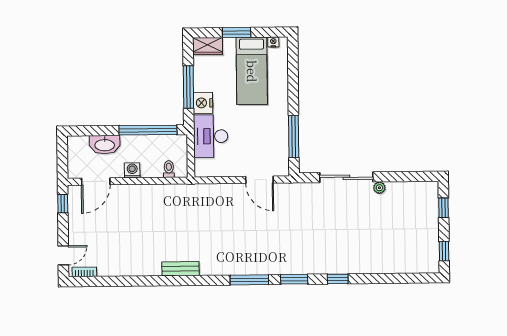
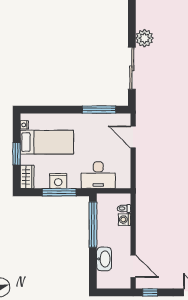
nightstand: (203, 103) -> (58, 181), moved
washing machine: (132, 170) -> (125, 220), moved
door: (259, 180) -> (133, 137), swing flipped
plant: (379, 188) -> (145, 38), width x1.88, depth x1.88

